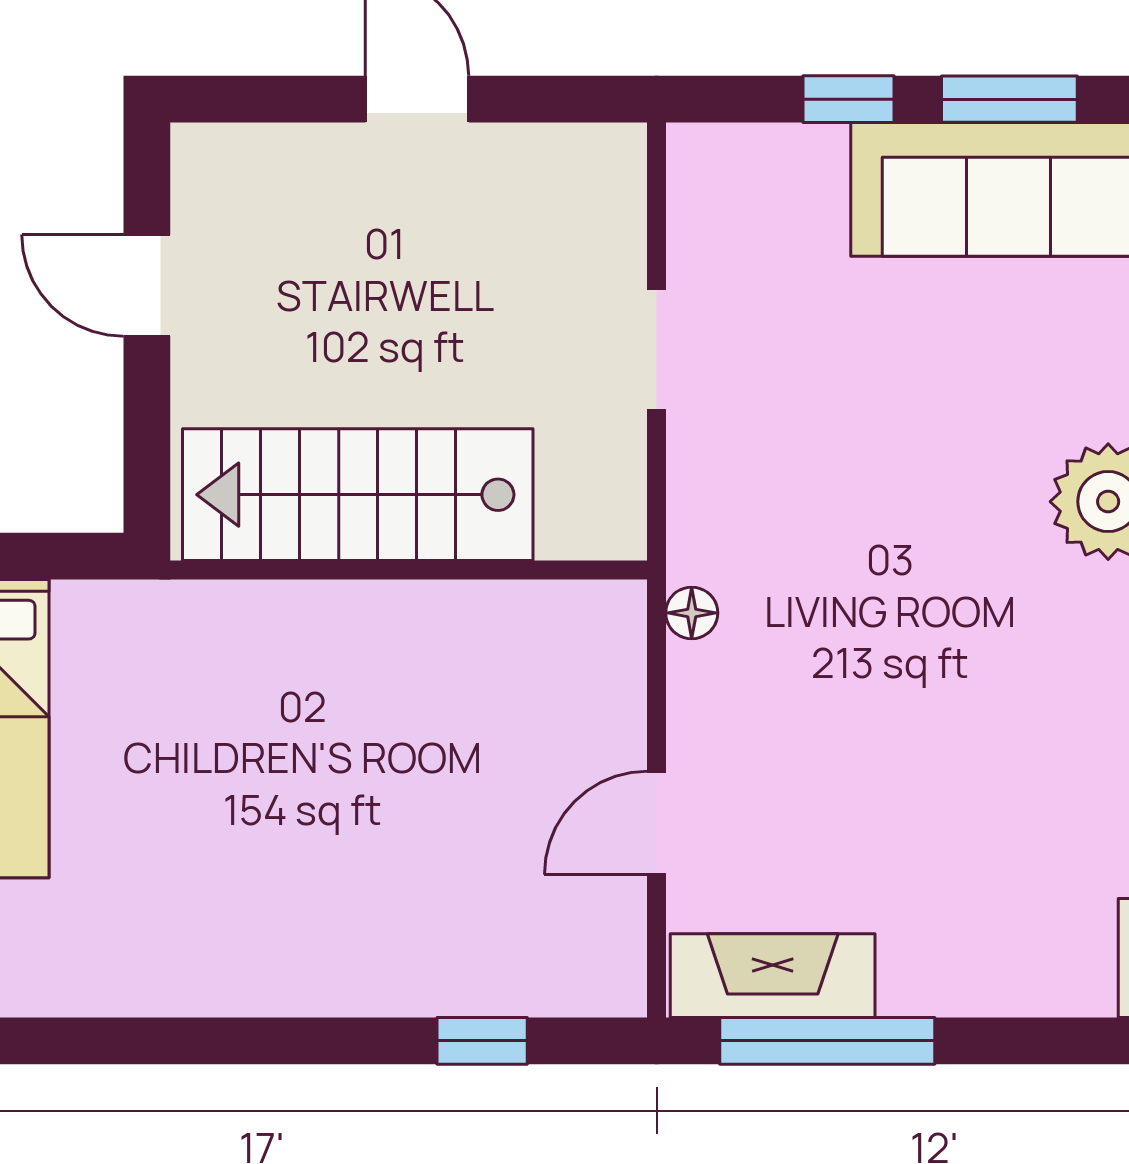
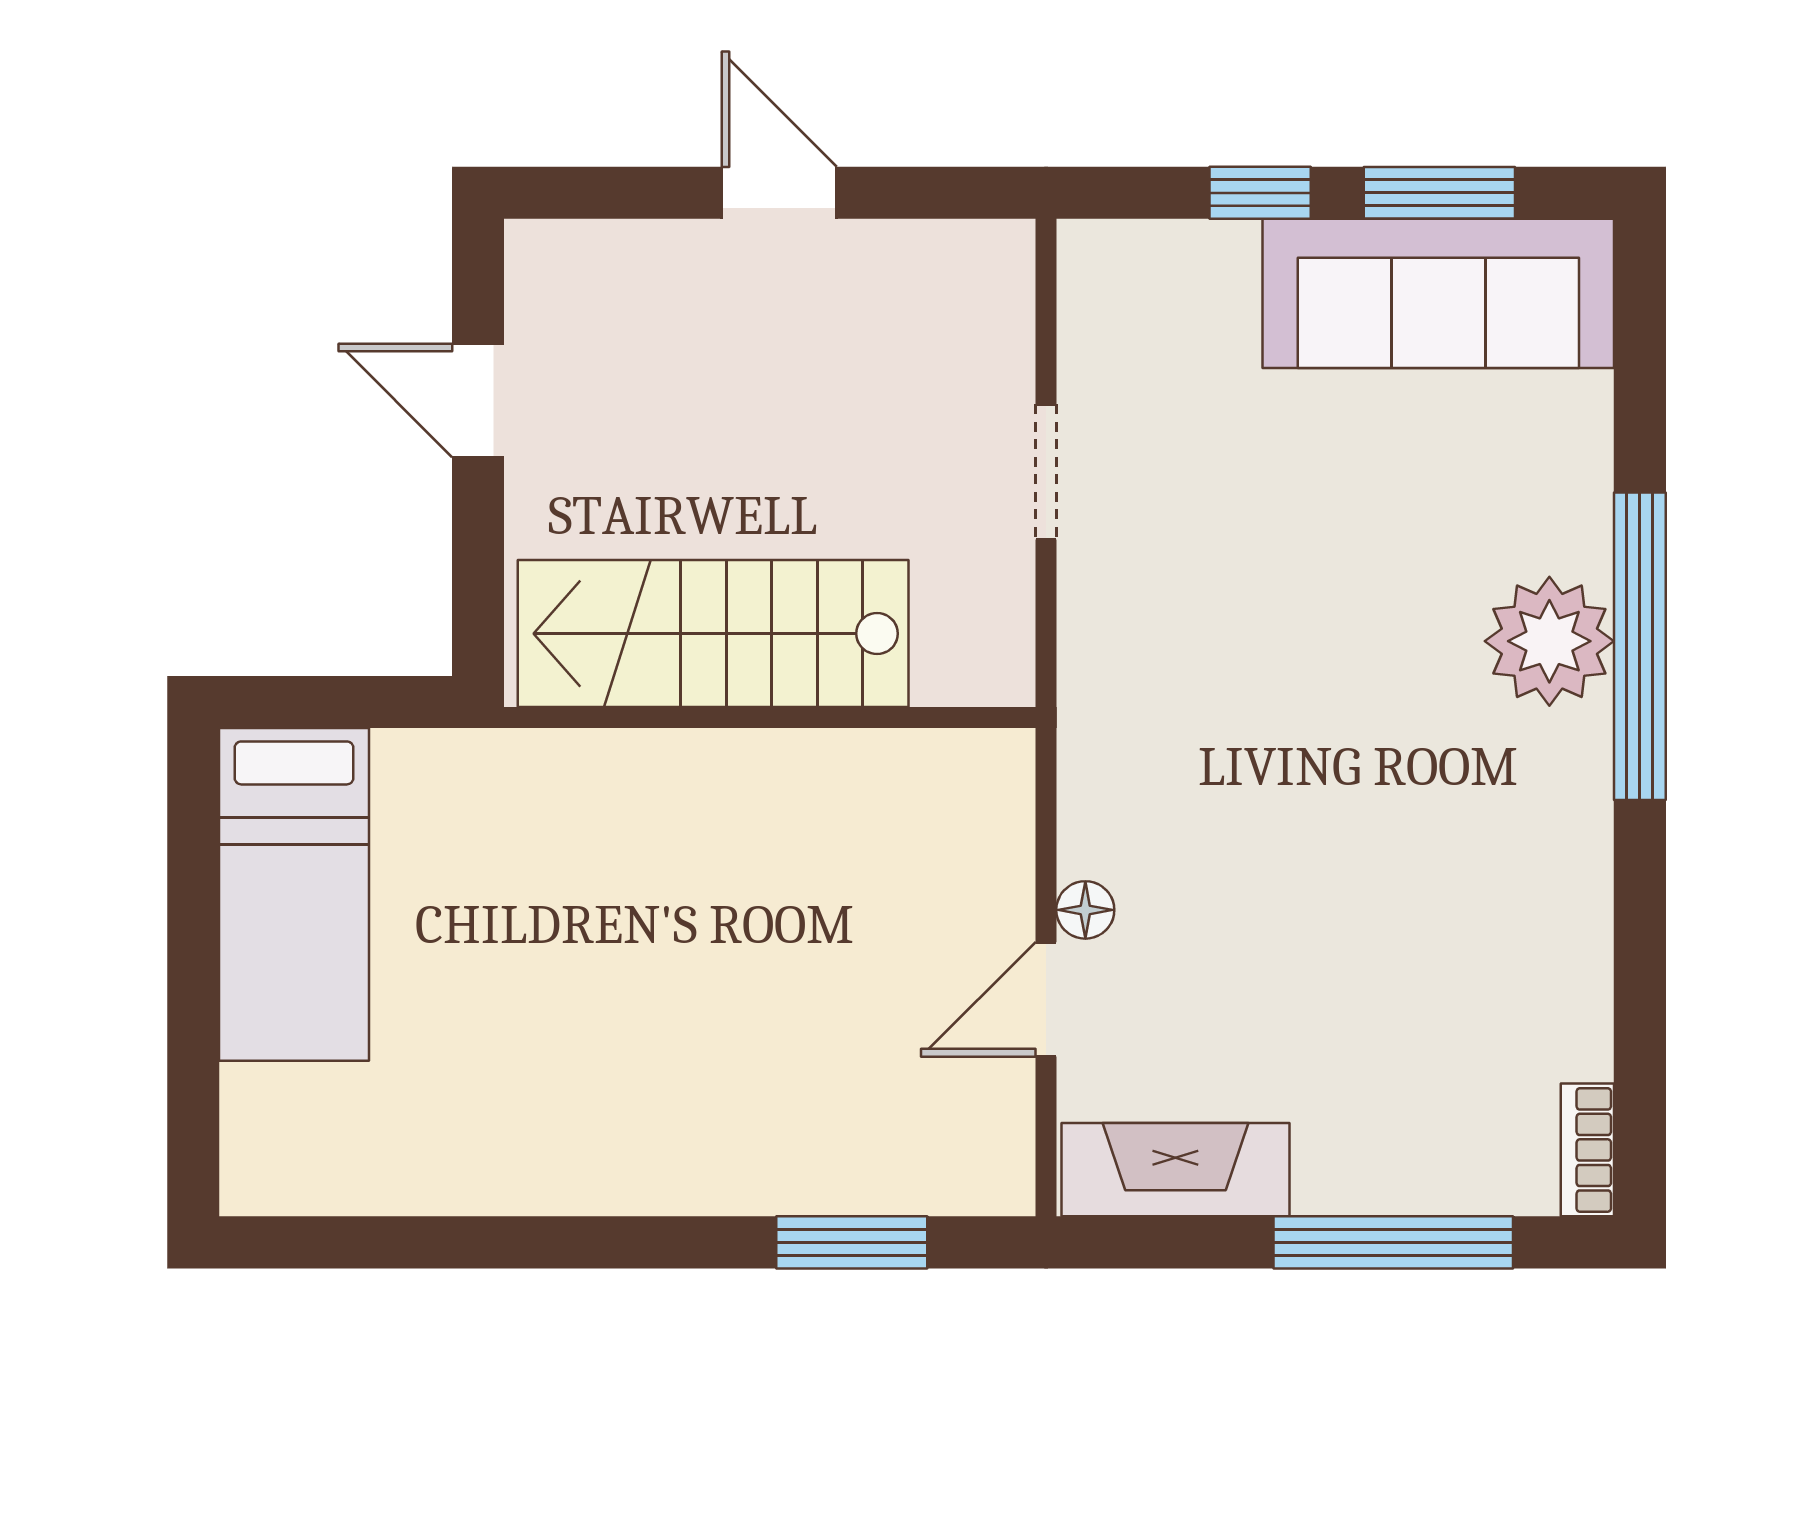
floor lamp: (692, 613) -> (1085, 910), moved
window: (482, 1041) -> (852, 1242), width x1.50
window: (827, 1041) -> (1393, 1242), moved

